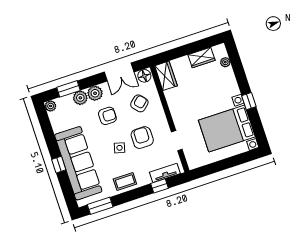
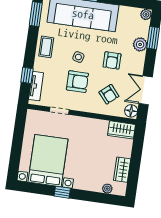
plant: (95, 93) -> (138, 59), removed

